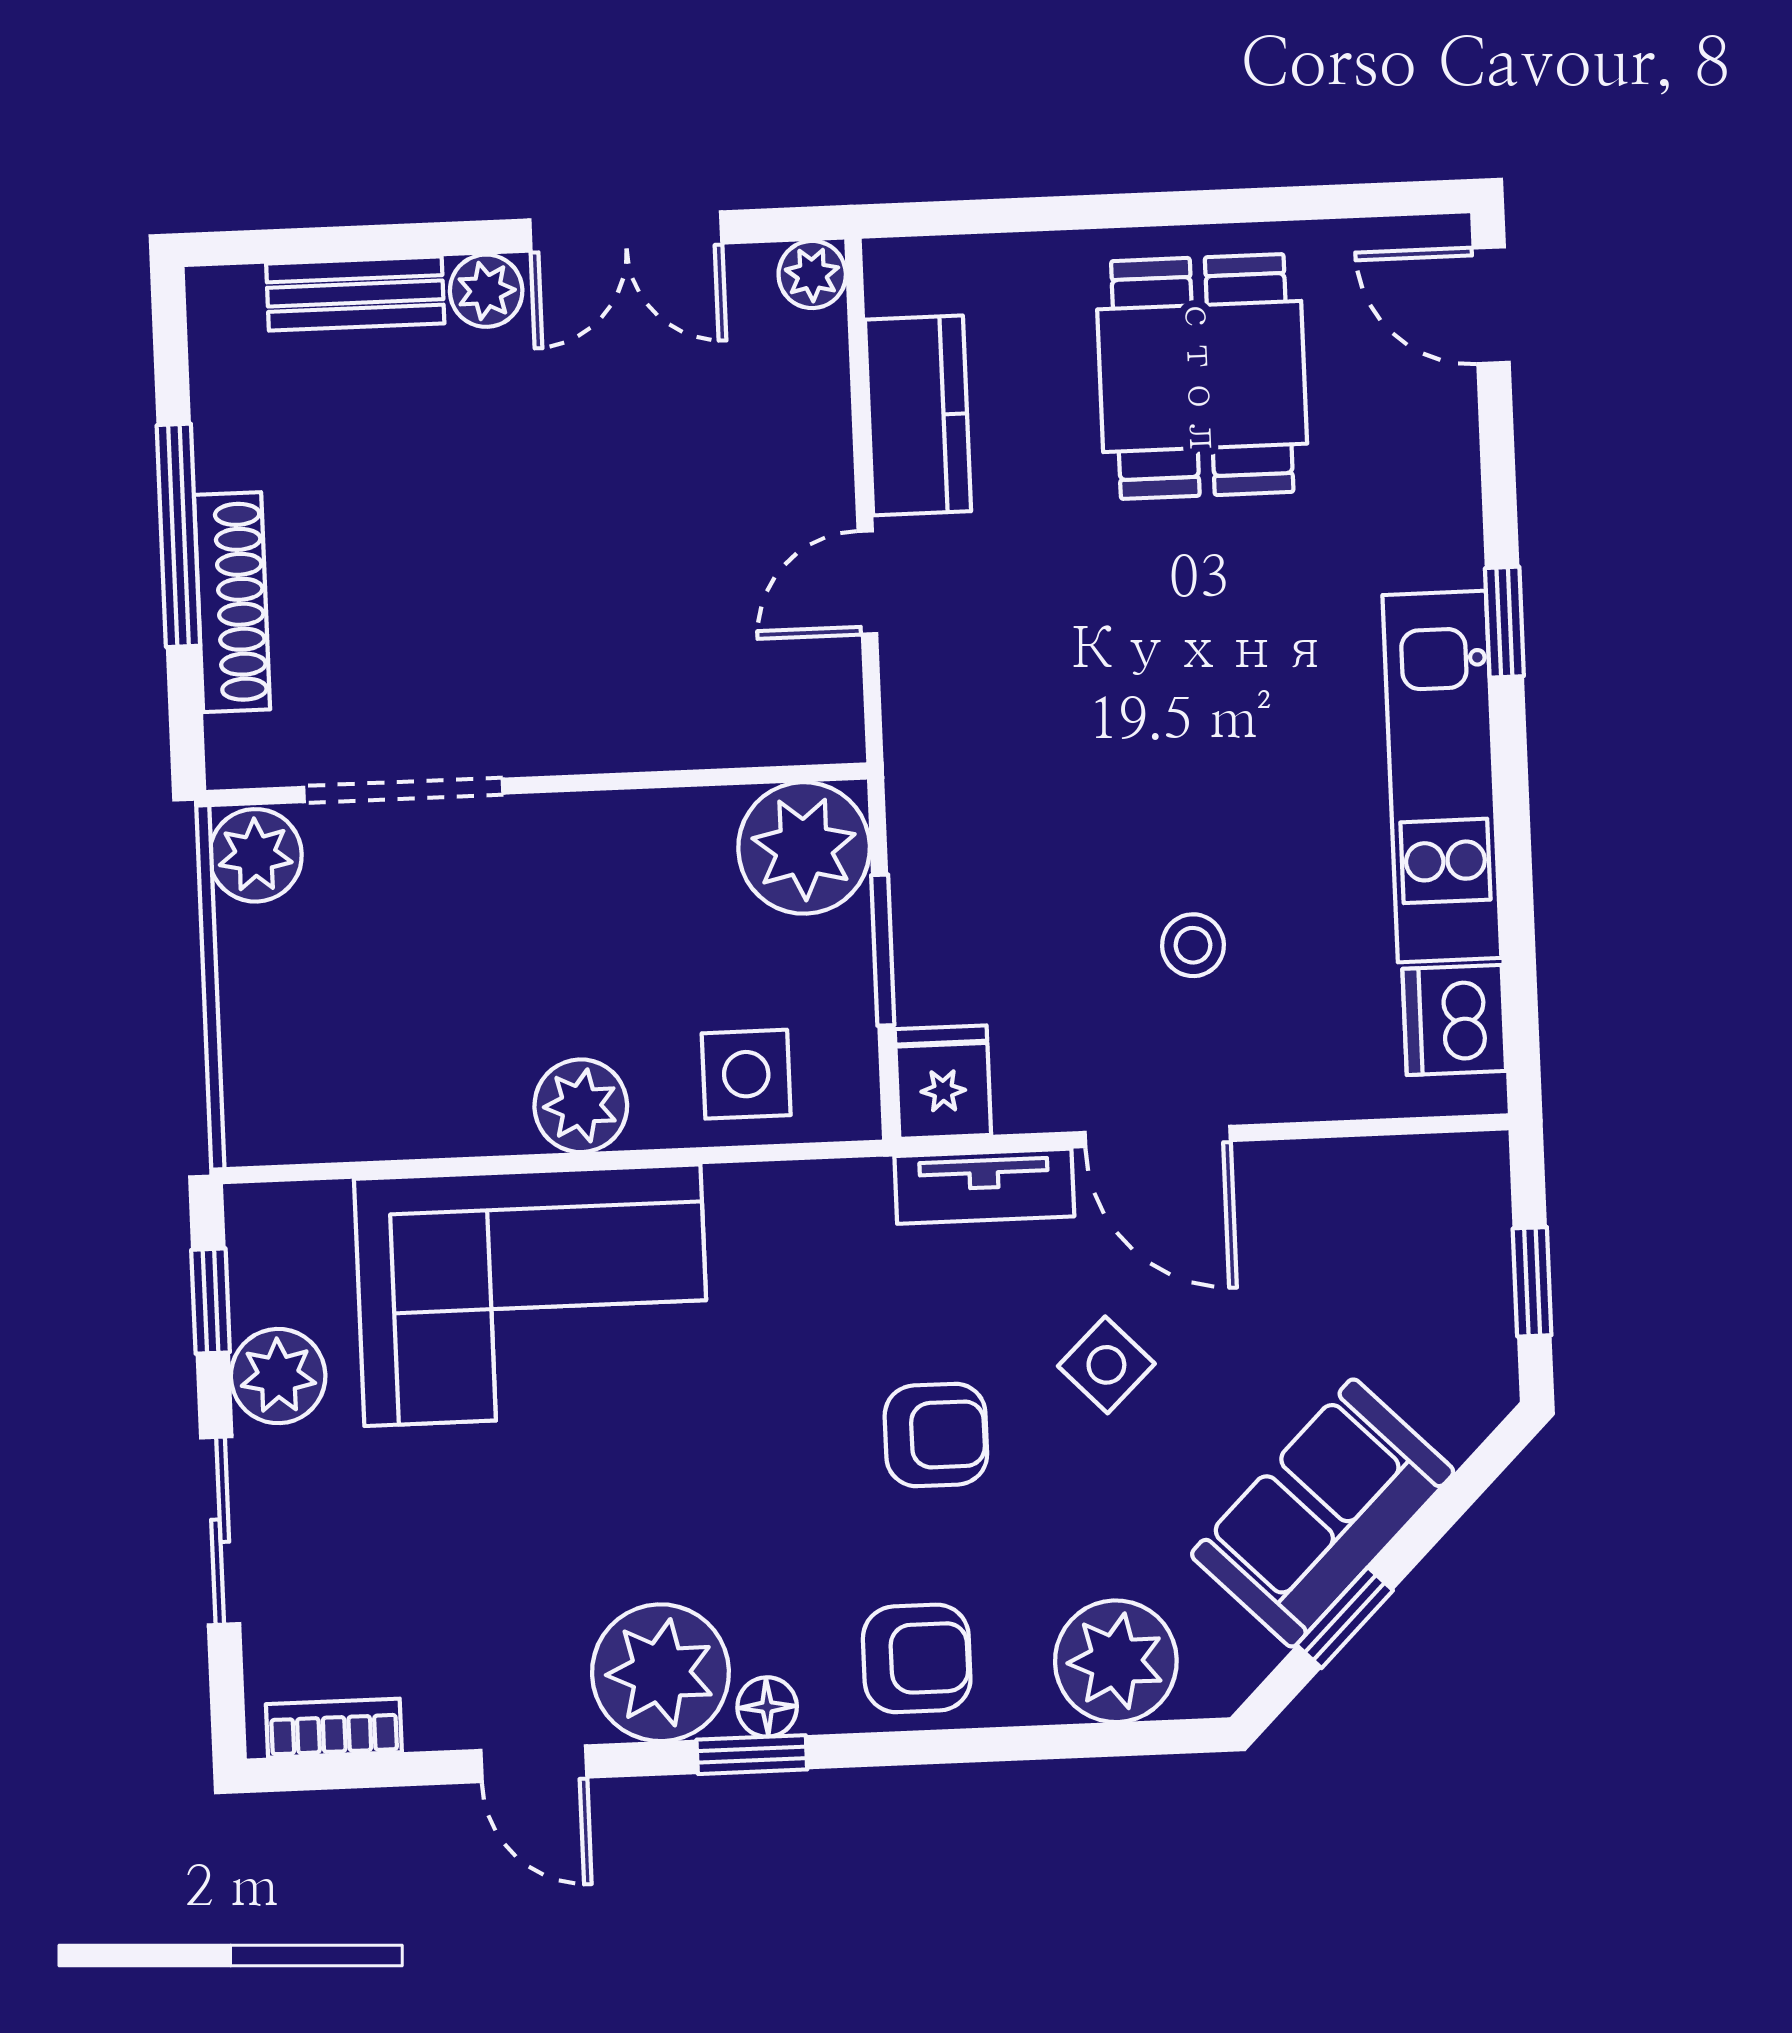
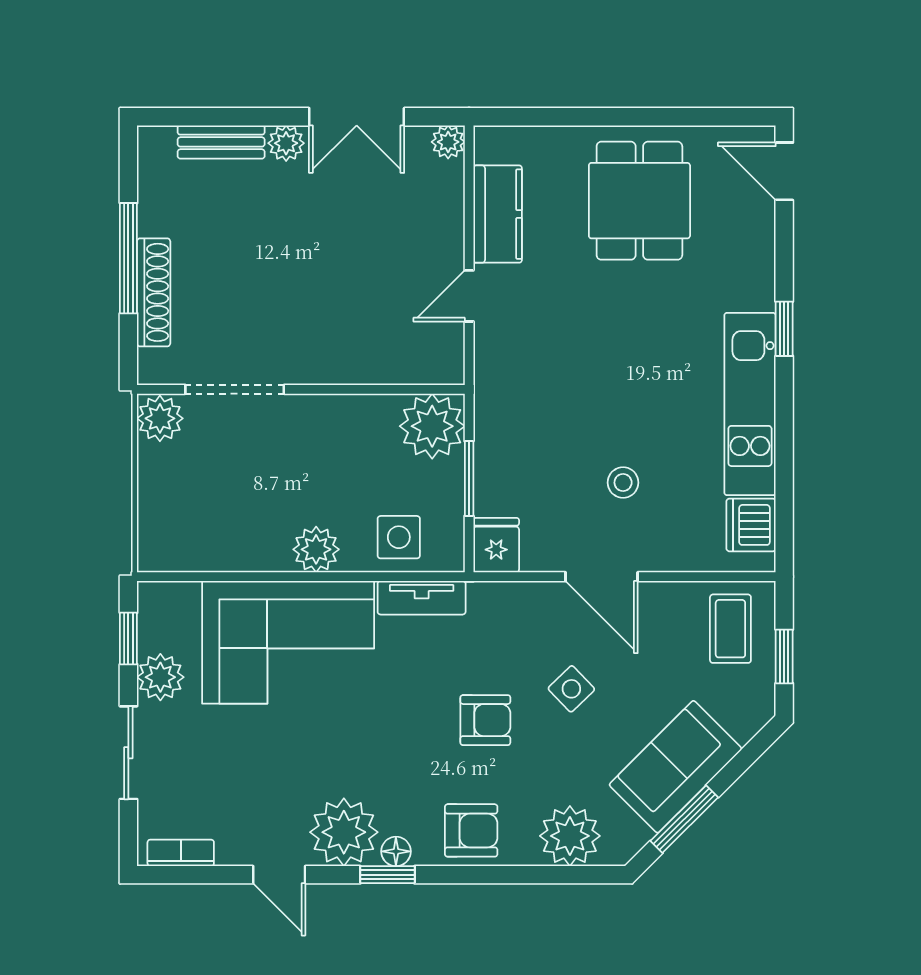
tv unit: (984, 1186) -> (422, 598), moved
coffee table: (1422, 1230) -> (730, 629), added
window: (1345, 1618) -> (684, 819), width x1.50

